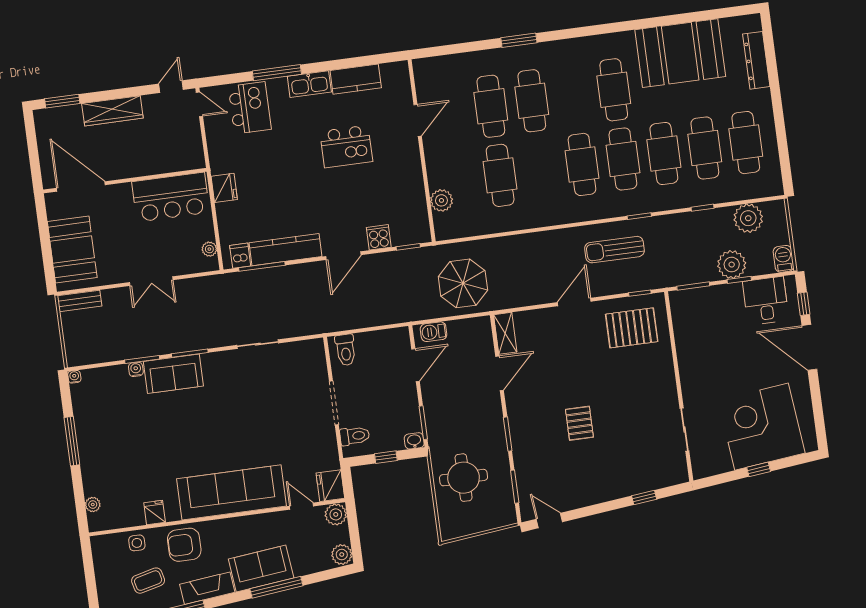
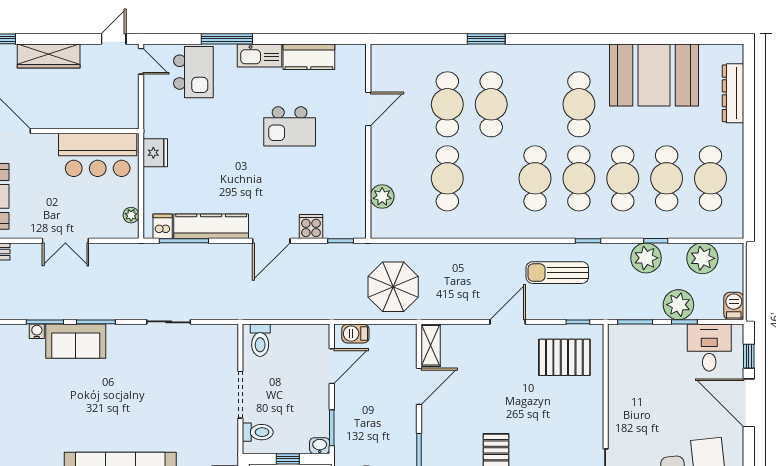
plant: (696, 225) -> (646, 258), added

